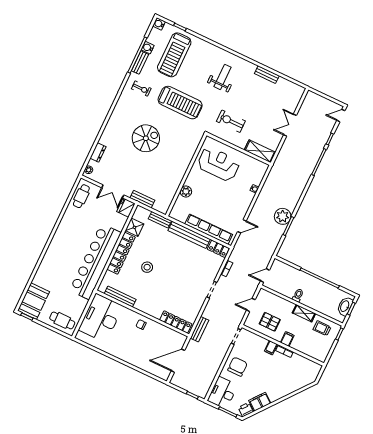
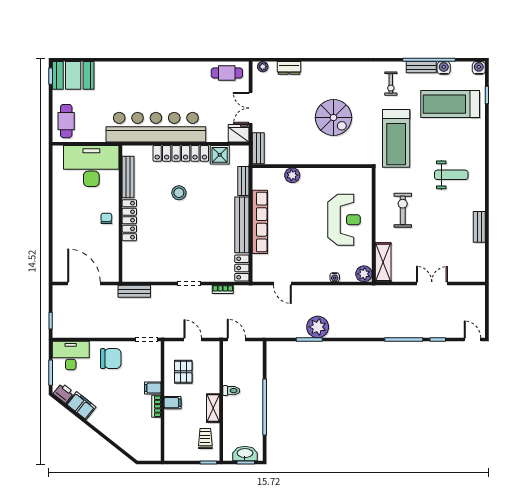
plant: (261, 168) -> (364, 274), added
wall: (186, 175) -> (312, 166), moved
plant: (186, 192) -> (292, 175), moved
row of seats: (209, 229) -> (260, 222), moved
locker: (176, 322) -> (129, 220), moved

